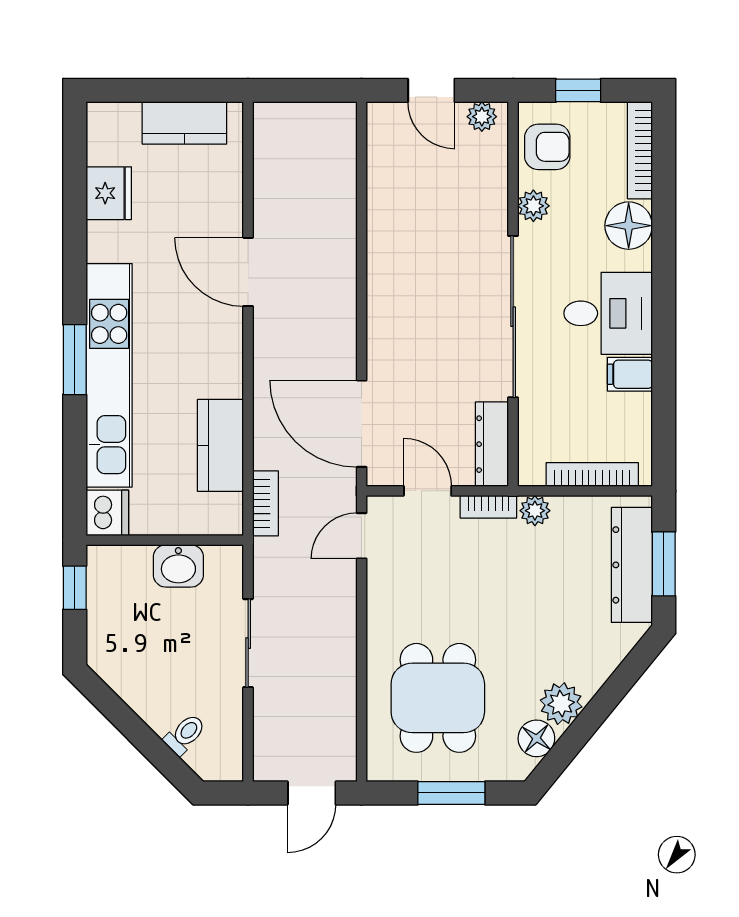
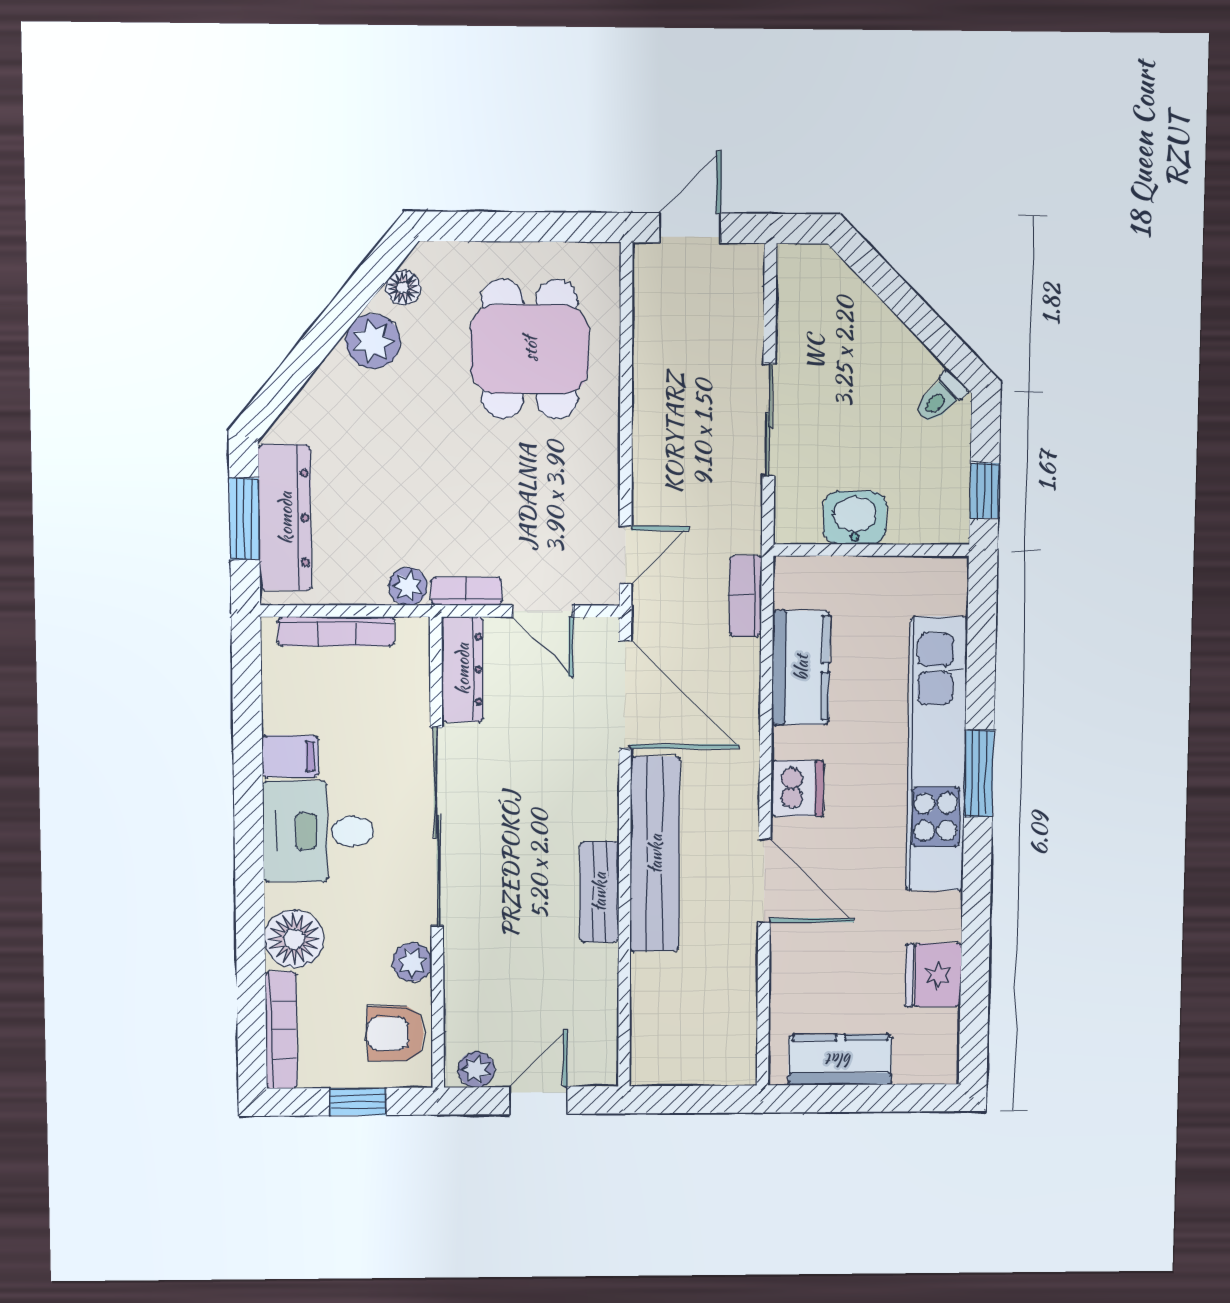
door: (431, 90) -> (538, 1100), hinge flipped
bench: (382, 263) -> (599, 892), added
bench: (337, 294) -> (655, 854), added
dishwasher: (107, 513) -> (797, 788), moved, turned 180
toilet: (185, 734) -> (940, 398), moved
floor lamp: (536, 738) -> (403, 288), width x0.73, depth x0.73
window: (451, 793) -> (512, 227), removed

